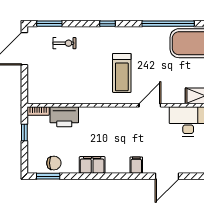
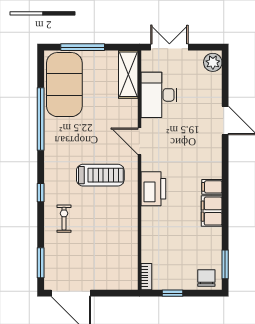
exercise bike: (64, 43) -> (64, 219), moved
printer: (64, 117) -> (153, 189), moved
chair: (54, 163) -> (206, 278), moved
filing cabinet: (136, 165) -> (212, 187), moved

